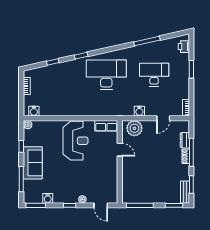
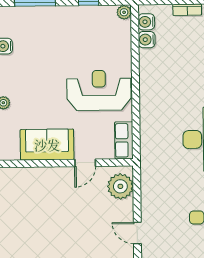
water cooler: (139, 111) -> (147, 40), moved
reception desk: (76, 141) -> (99, 90), turned 180
sofa: (33, 163) -> (47, 145), moved, turned 180

